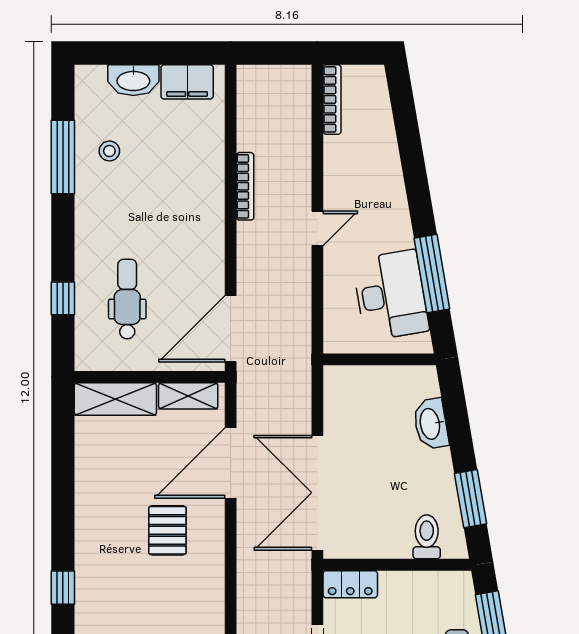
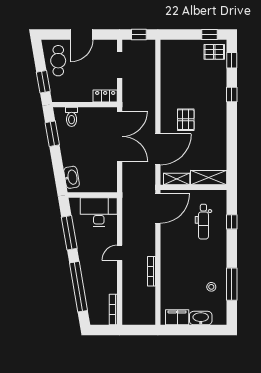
window: (411, 151) -> (78, 287), added
desk: (391, 295) -> (99, 212), moved, turned 100
washbasin: (431, 424) -> (72, 177), moved

